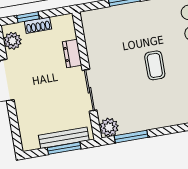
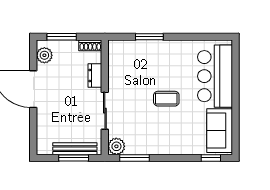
window: (28, 17) -> (62, 37), width x1.50
shoe rack: (38, 25) -> (90, 45), moved
coffee table: (155, 65) -> (166, 99), turned 90

